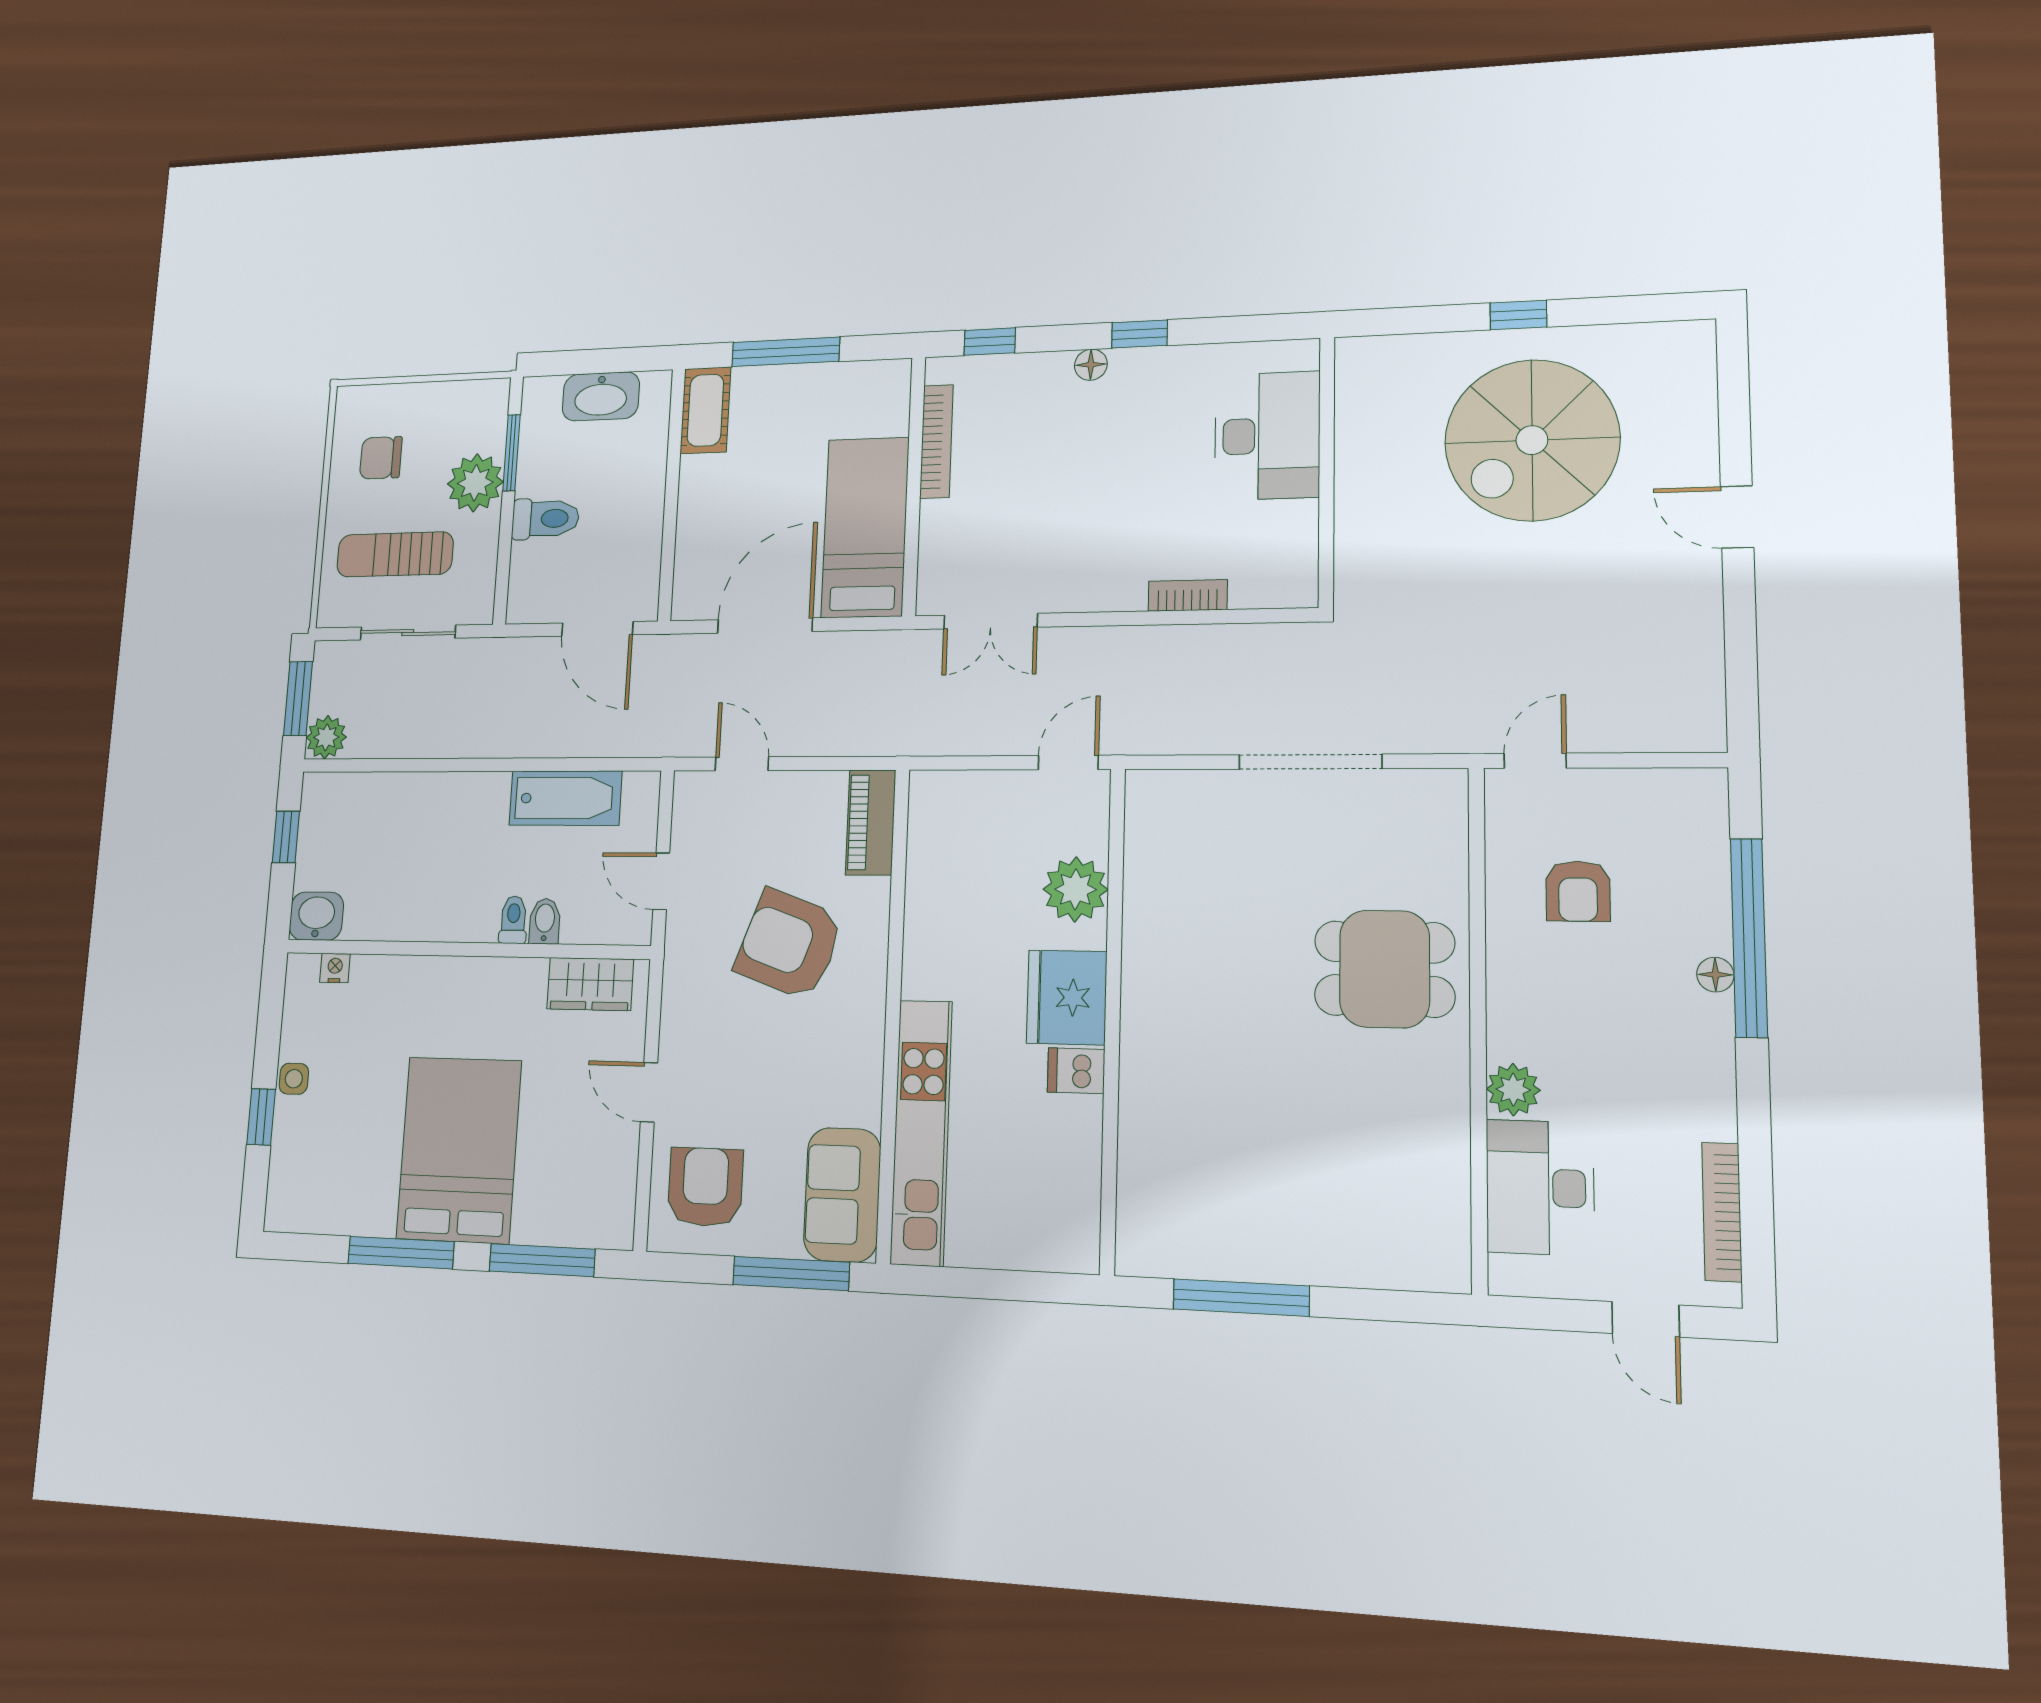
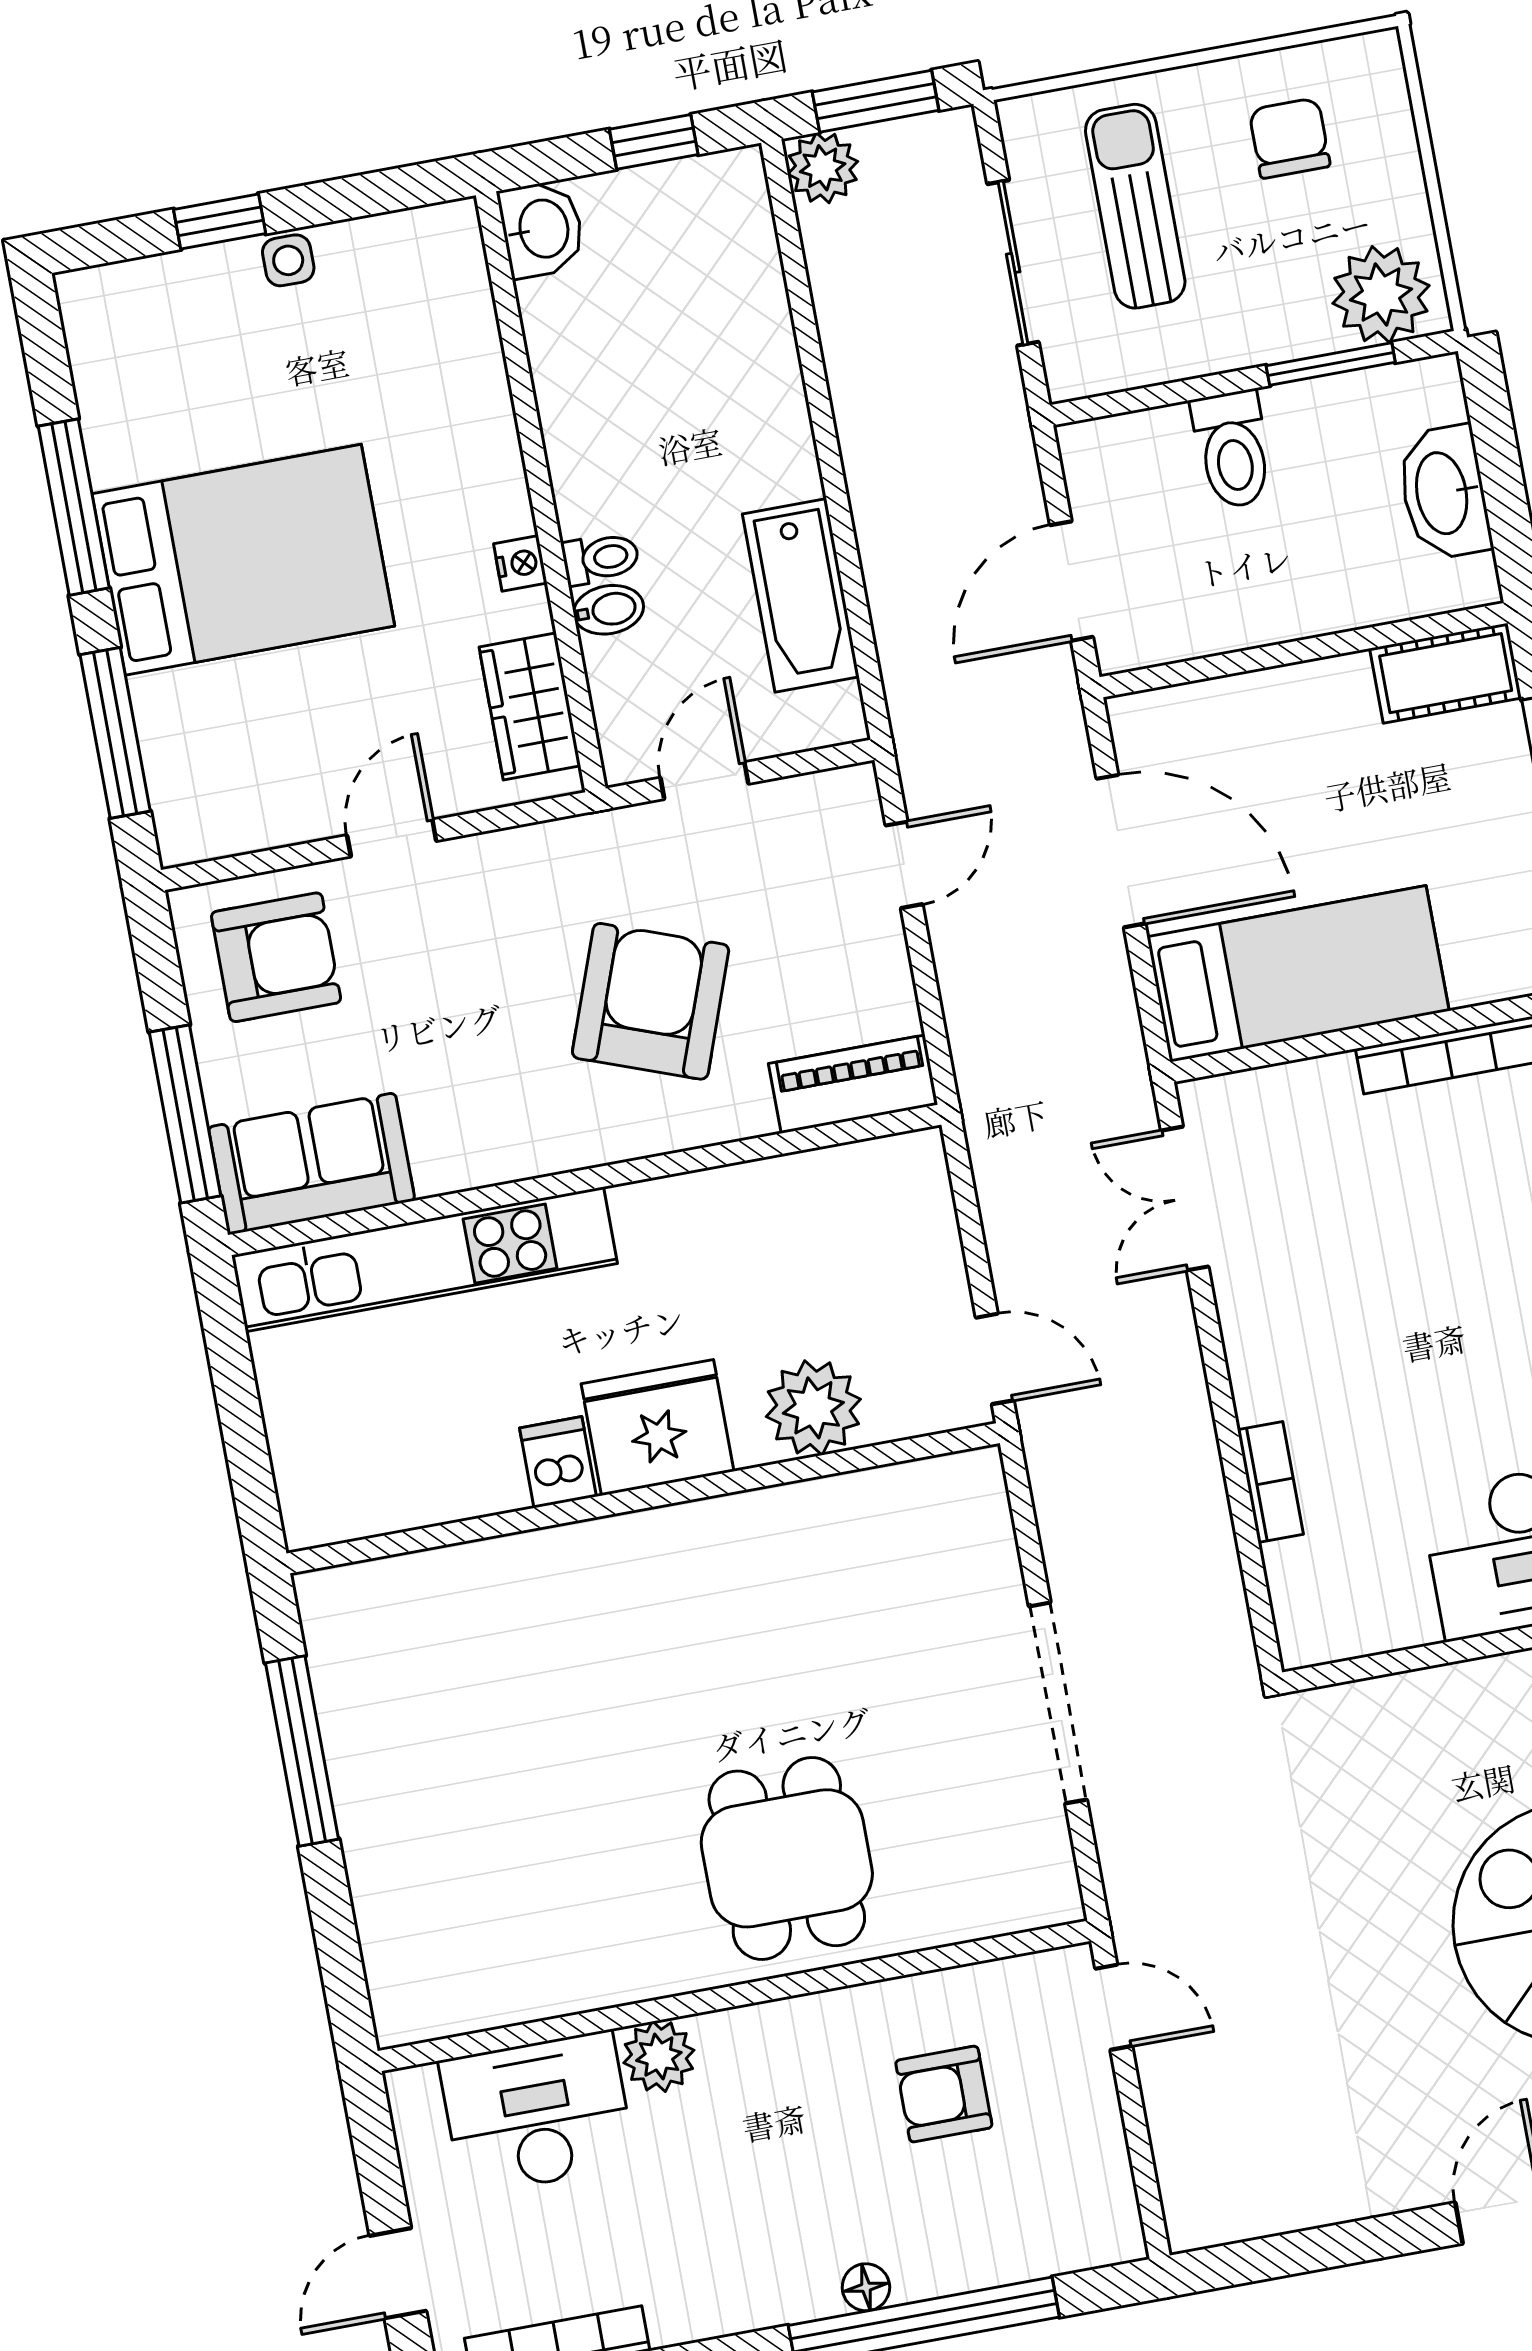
plant: (475, 483) -> (1381, 295), moved
nightstand: (335, 968) -> (520, 563), moved

